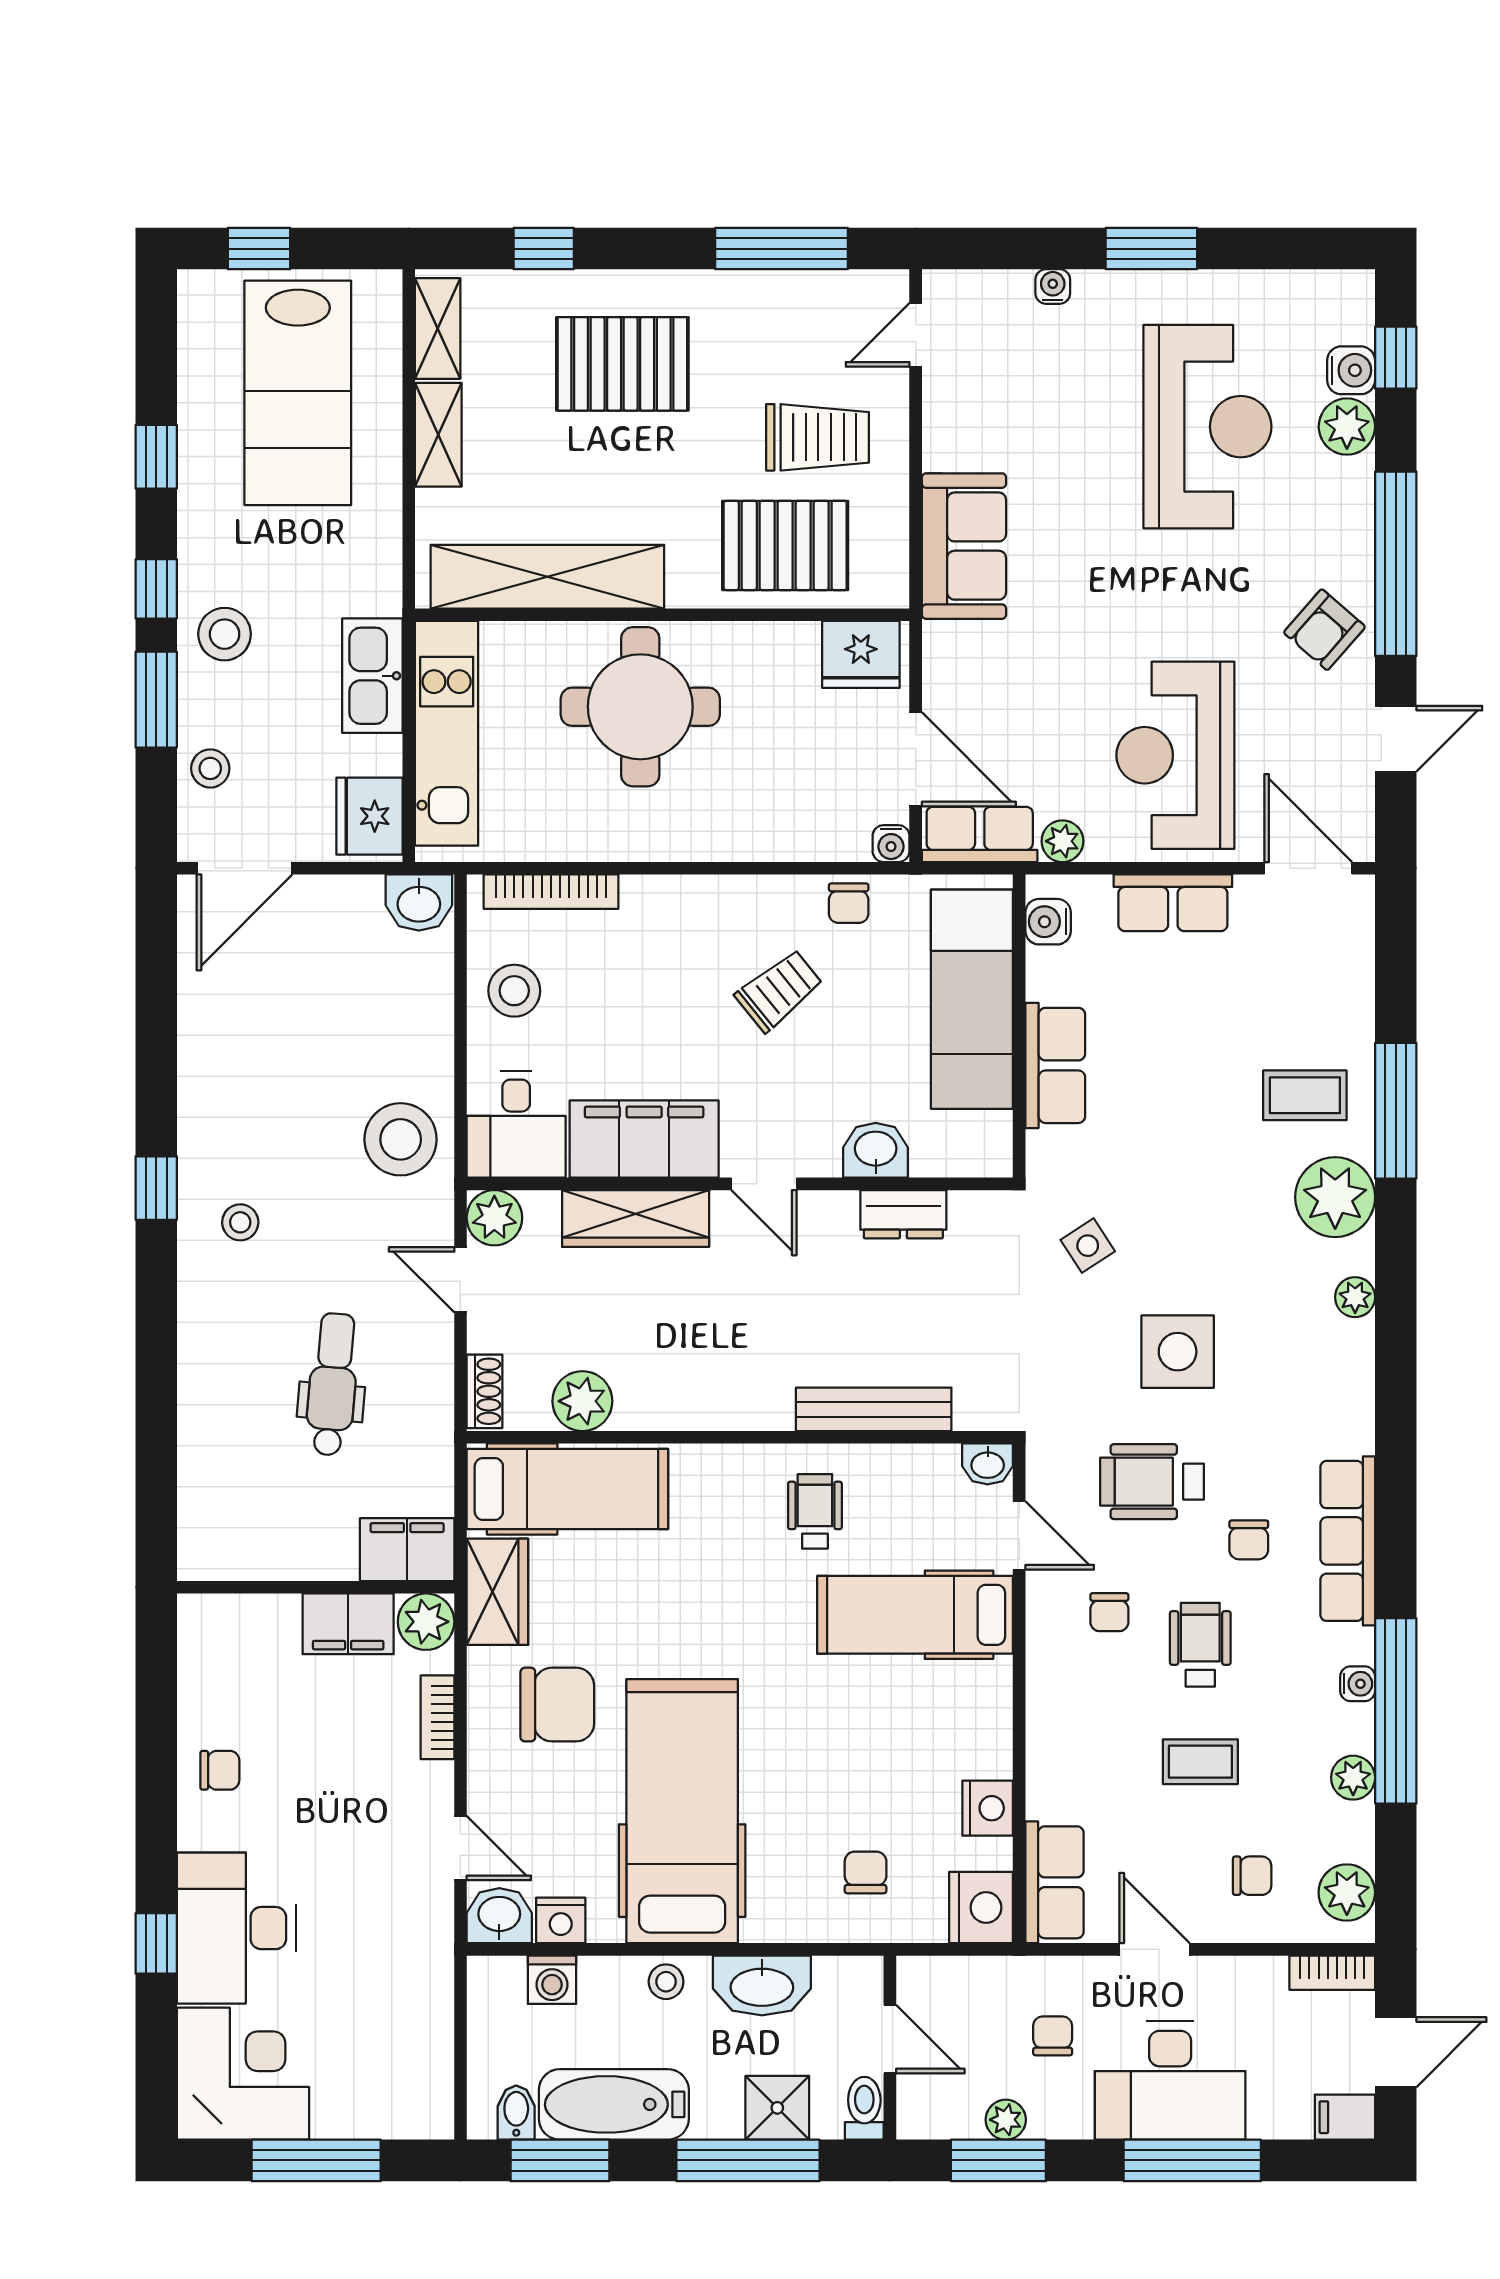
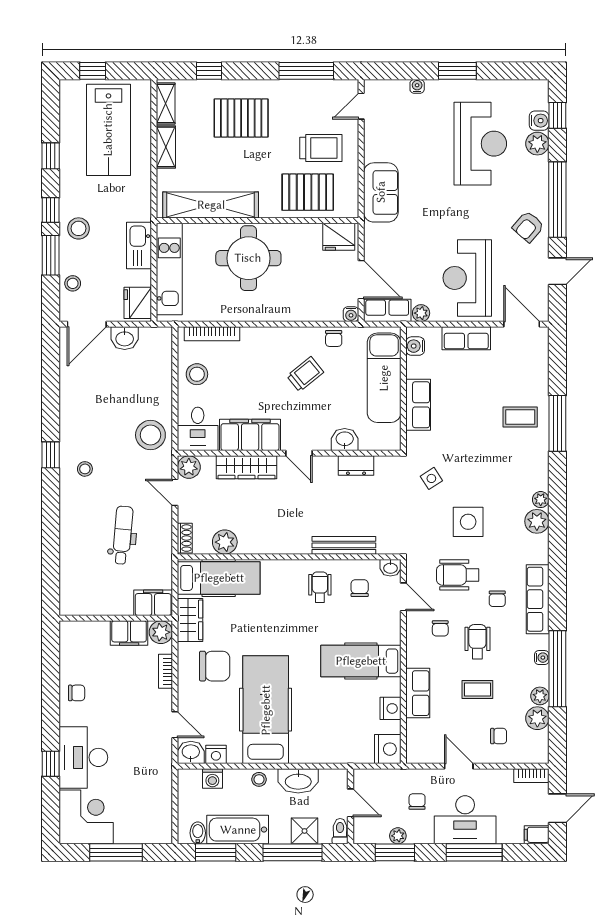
washbasin: (419, 903) -> (125, 338), moved
plant: (1335, 1197) -> (537, 521), moved, width x0.73, depth x0.73
hospital bed: (915, 1615) -> (361, 661), moved
chair: (866, 1872) -> (360, 588), moved
row of seats: (1054, 1882) -> (418, 693), moved
plant: (1347, 1892) -> (537, 718), moved

